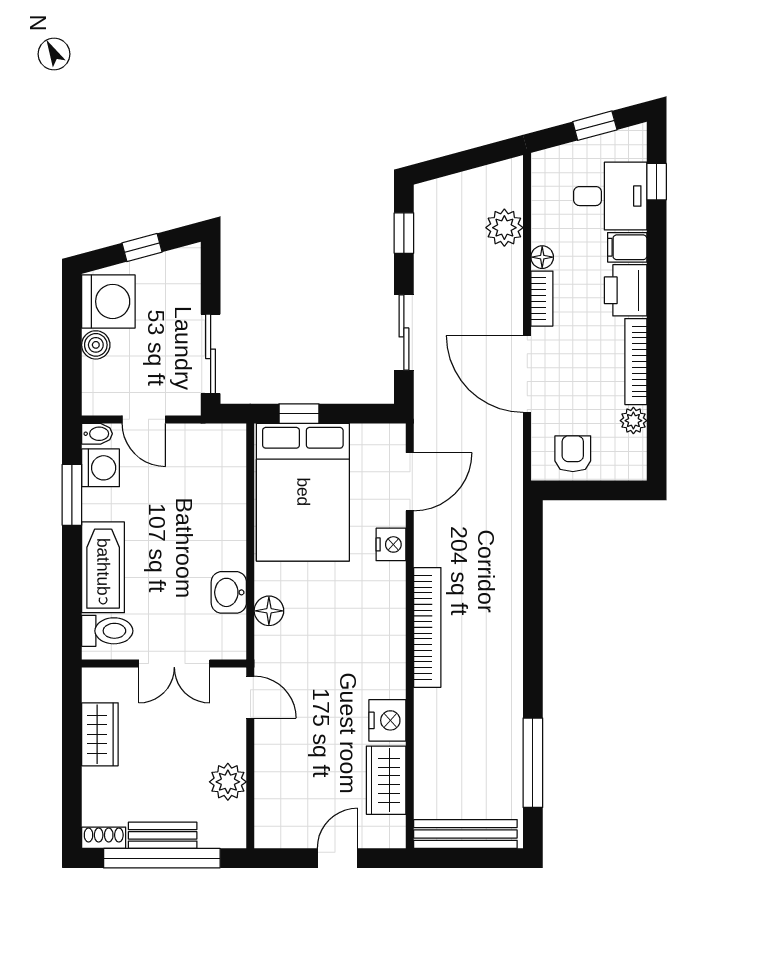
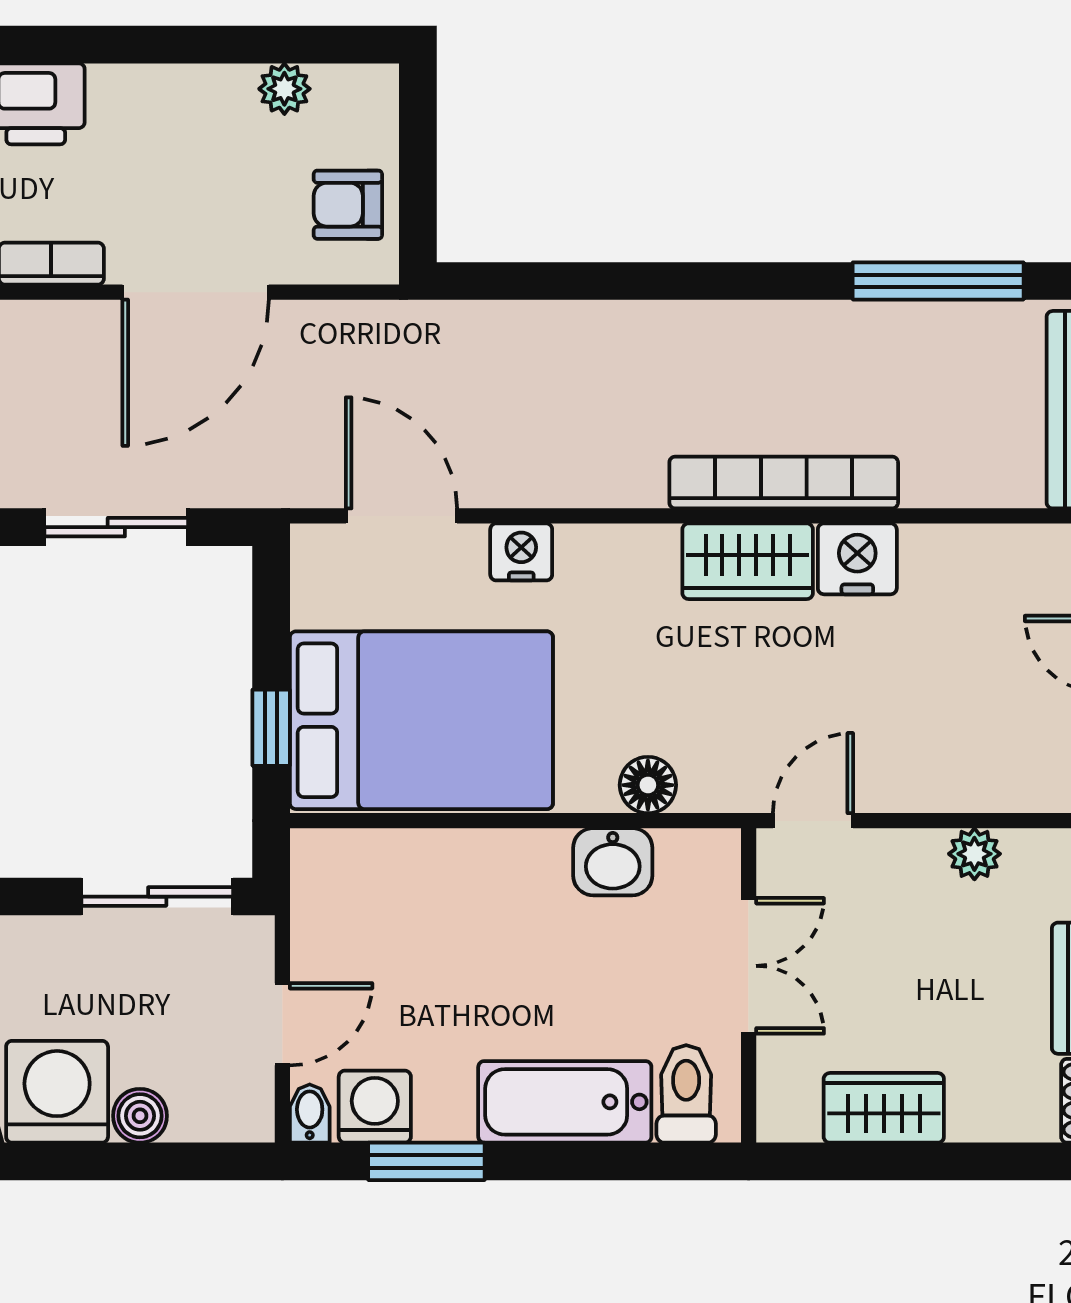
bookcase: (636, 362) -> (172, 84), removed
bookcase: (427, 627) -> (784, 483), moved
wardrobe: (386, 780) -> (748, 561), moved
plant: (228, 782) -> (974, 854), width x0.73, depth x0.73

